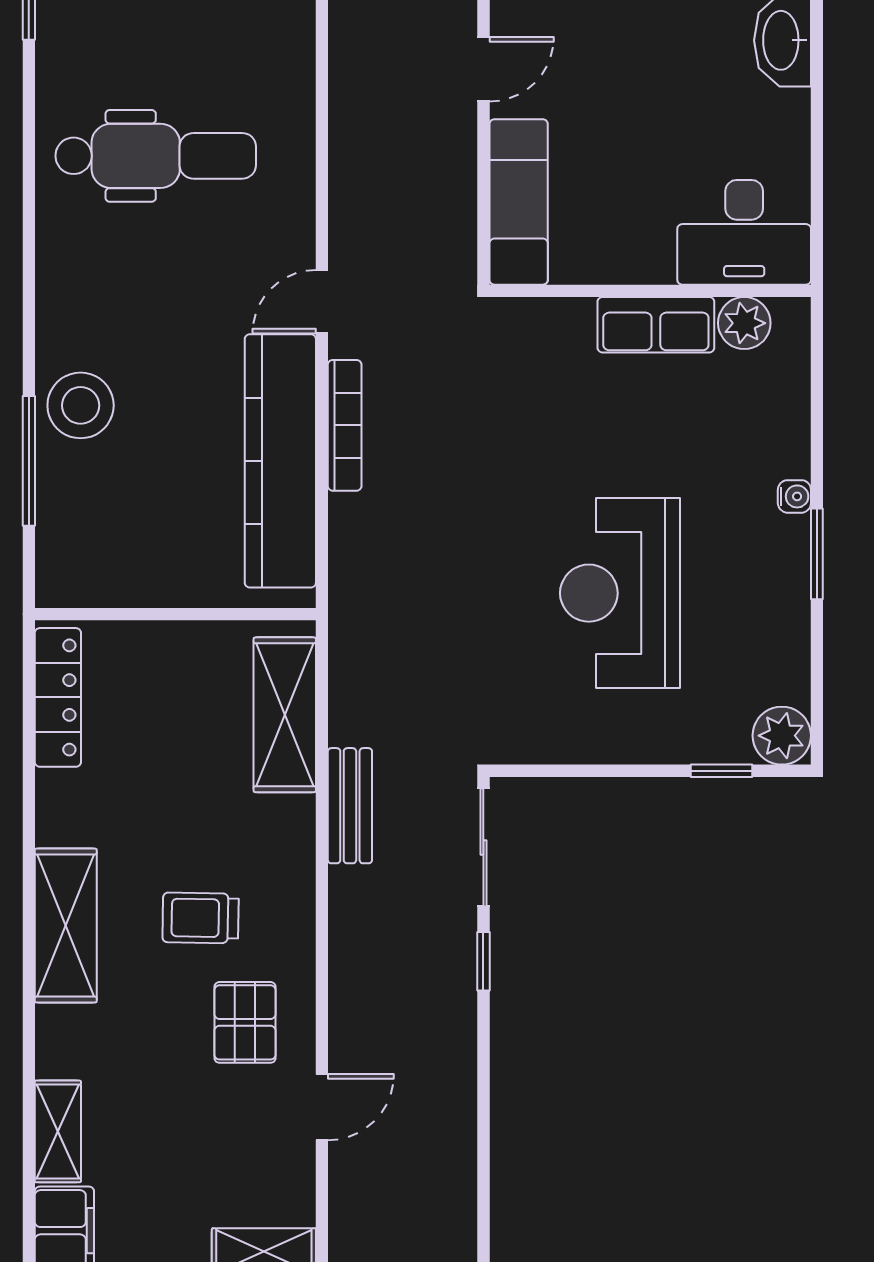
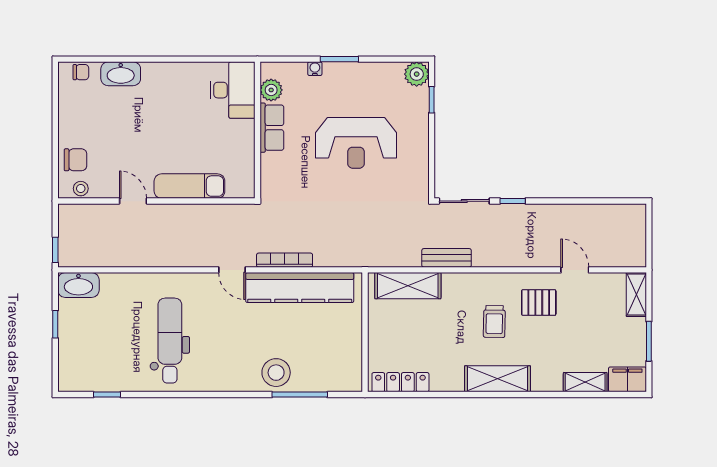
desk: (744, 232) -> (233, 90), moved
wall: (650, 291) -> (257, 130), moved
plant: (744, 323) -> (271, 90), moved
row of seats: (656, 325) -> (272, 128), moved

